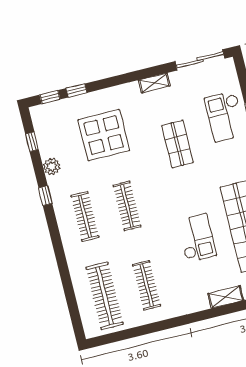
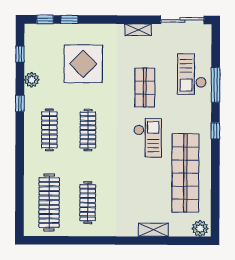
checkout: (197, 238) -> (148, 138), moved

